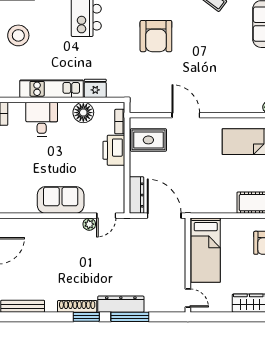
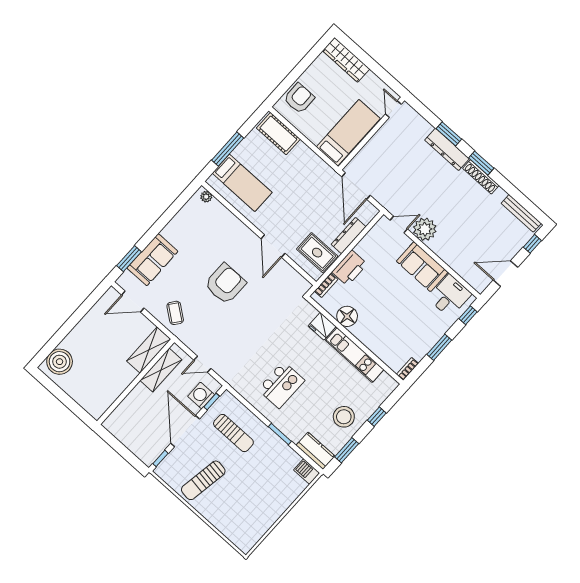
armchair: (156, 36) -> (225, 284), moved
desk: (42, 119) -> (450, 296), moved, turned 180
dresser: (136, 195) -> (349, 236), moved
plant: (89, 224) -> (425, 229), width x1.88, depth x1.88
window: (130, 317) -> (449, 134), width x0.69

